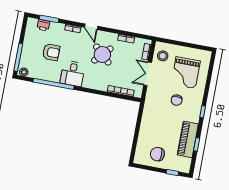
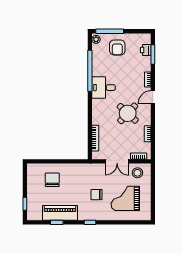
armchair: (51, 52) -> (117, 47), moved
double door: (148, 74) -> (117, 161), swing flipped
chair: (157, 154) -> (52, 180), moved

